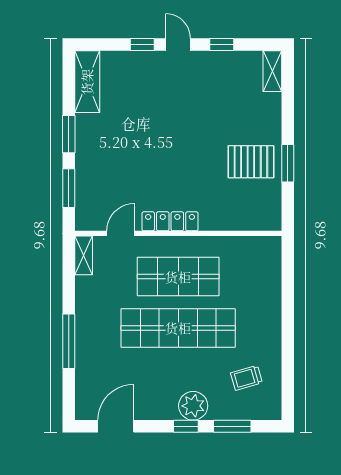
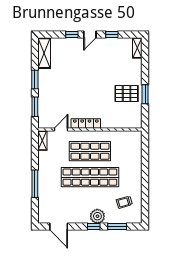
door: (178, 45) -> (90, 35), swing flipped
door: (116, 426) -> (59, 227), swing flipped

